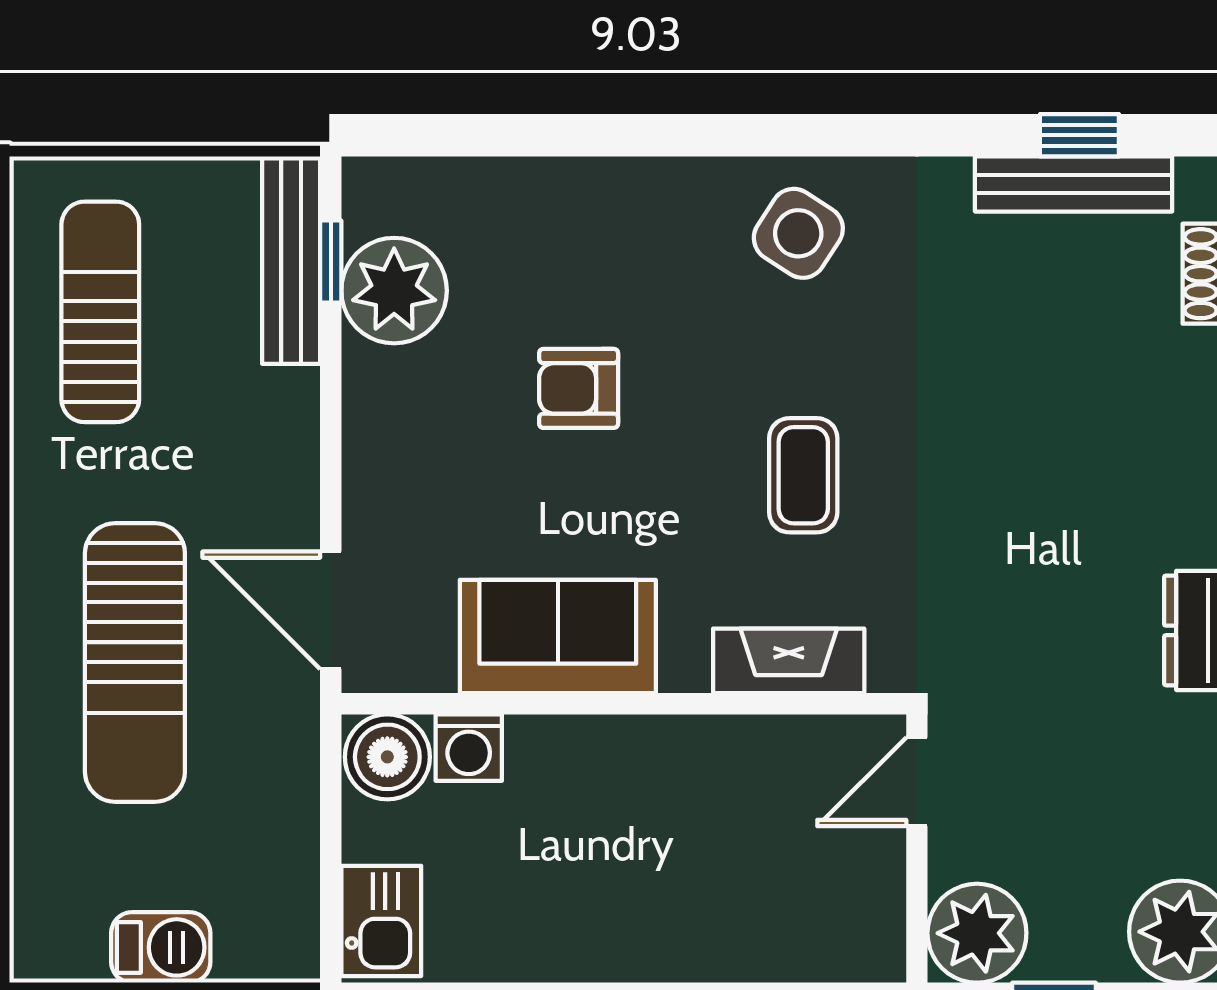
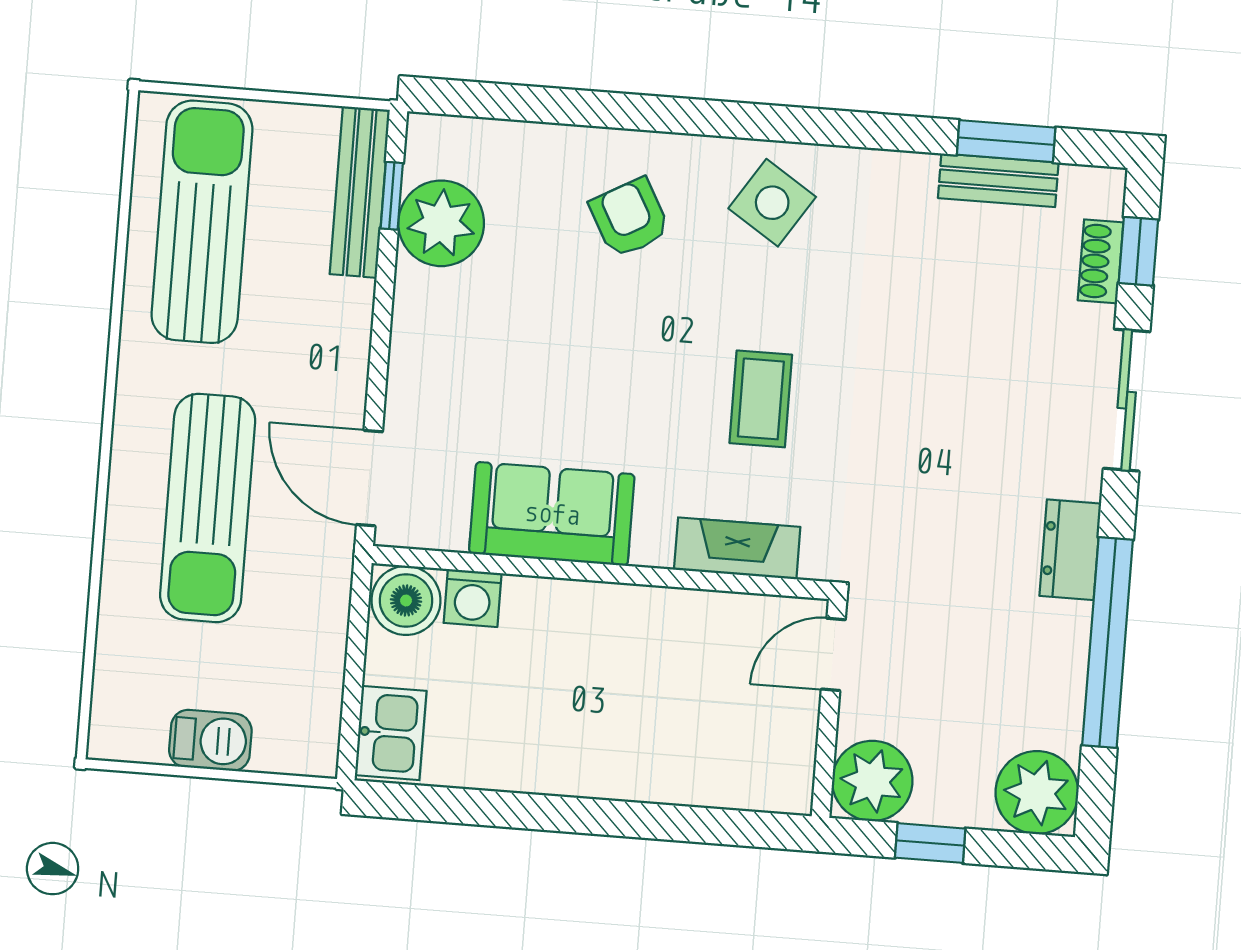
window: (1079, 135) -> (1006, 141), width x1.50
bench: (1074, 184) -> (998, 180), width x0.73
sun lounger: (100, 312) -> (202, 222), width x1.36, depth x1.34
armchair: (579, 388) -> (630, 218), moved, turned 61

